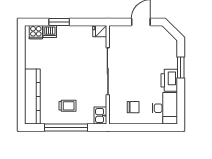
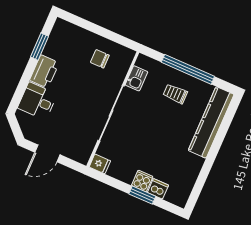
cooker: (36, 32) -> (142, 181), moved
window: (181, 68) -> (39, 47), moved
desk: (165, 108) -> (37, 101), moved, width x0.73
kitchen sink: (100, 116) -> (136, 78), moved

